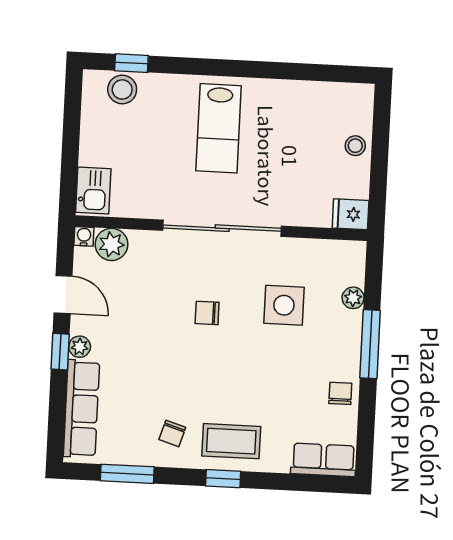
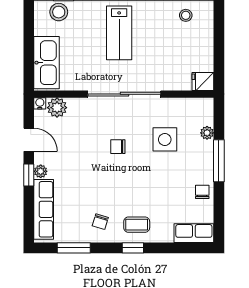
stool: (355, 146) -> (186, 15), moved
kitchen sink: (93, 190) -> (47, 63), width x1.87, depth x1.24
coffee table: (231, 441) -> (137, 225), width x0.73, depth x0.77

